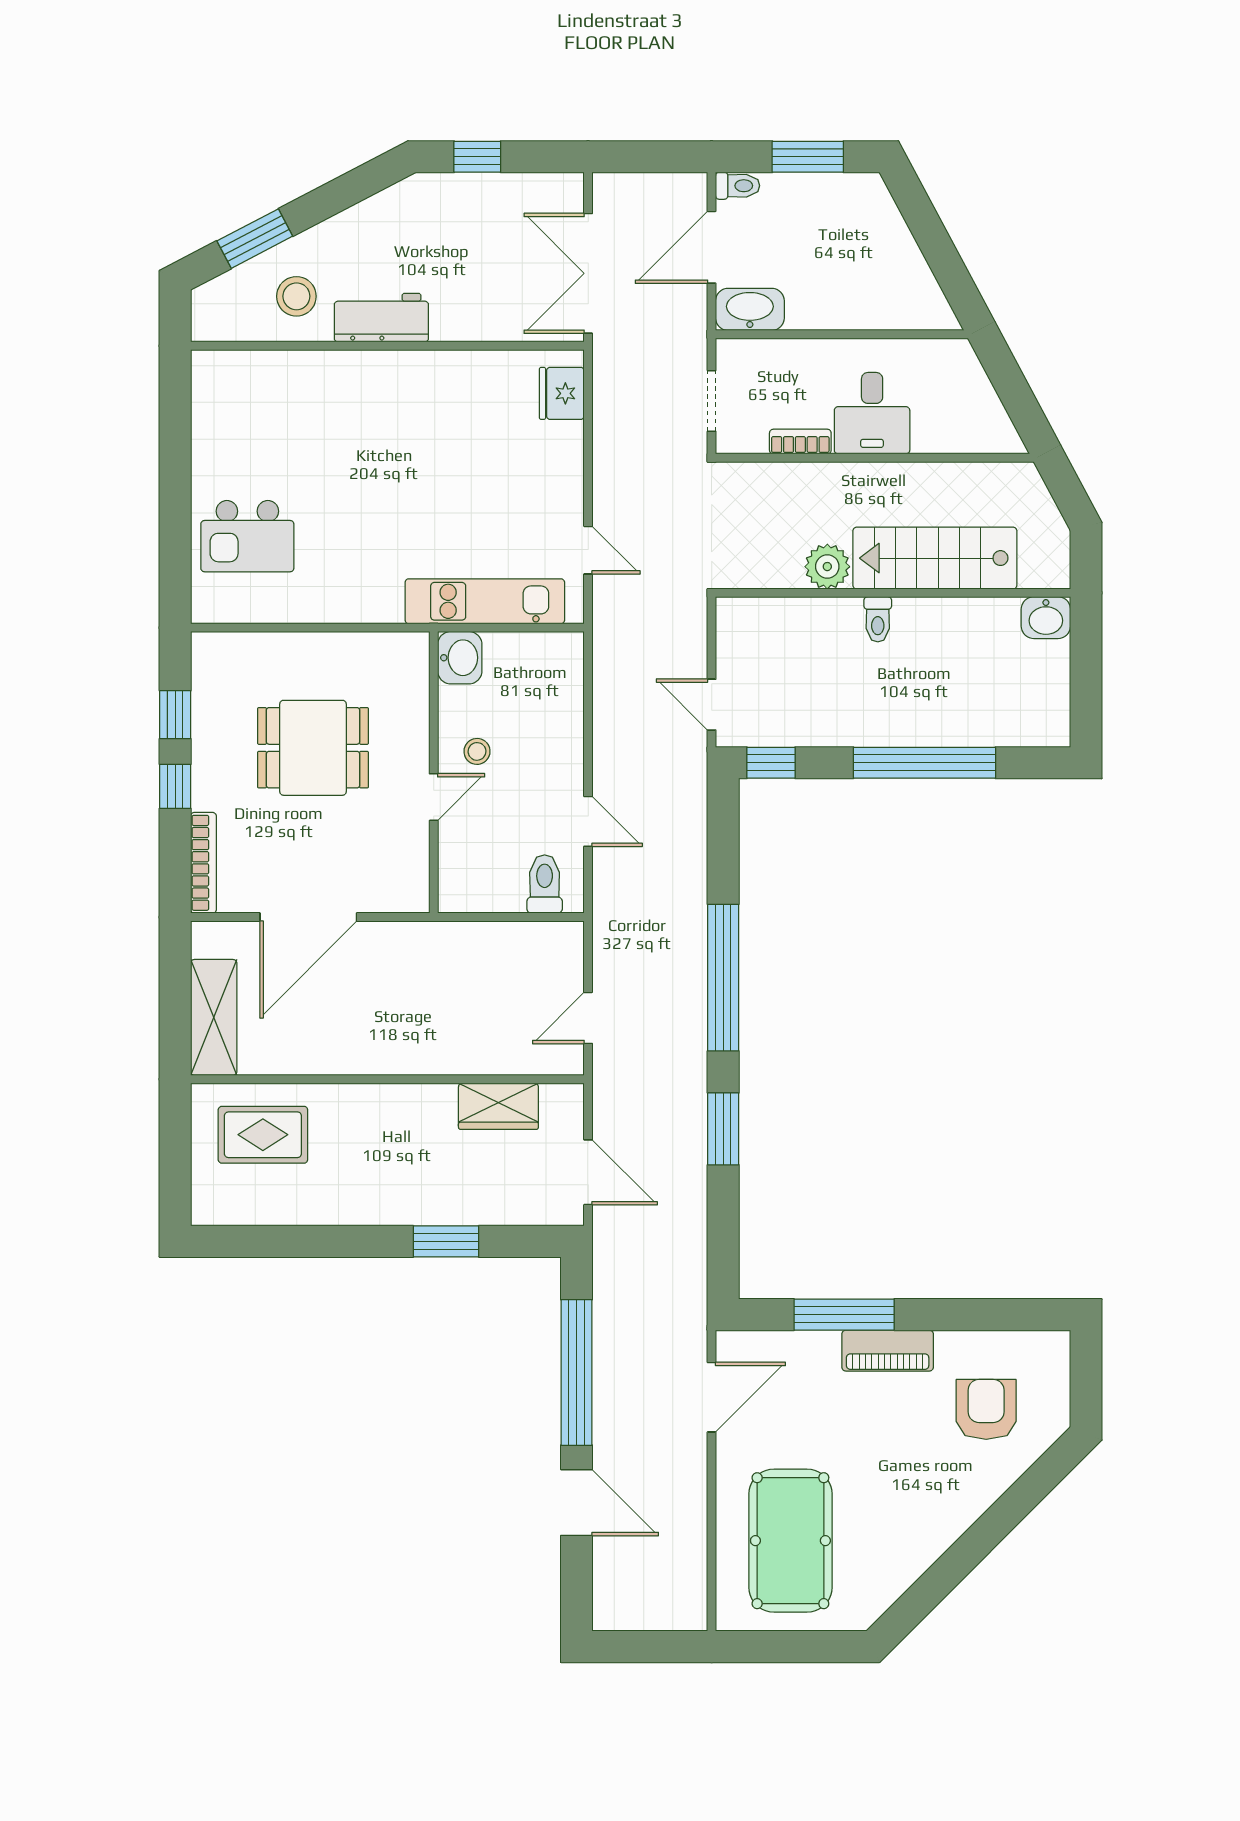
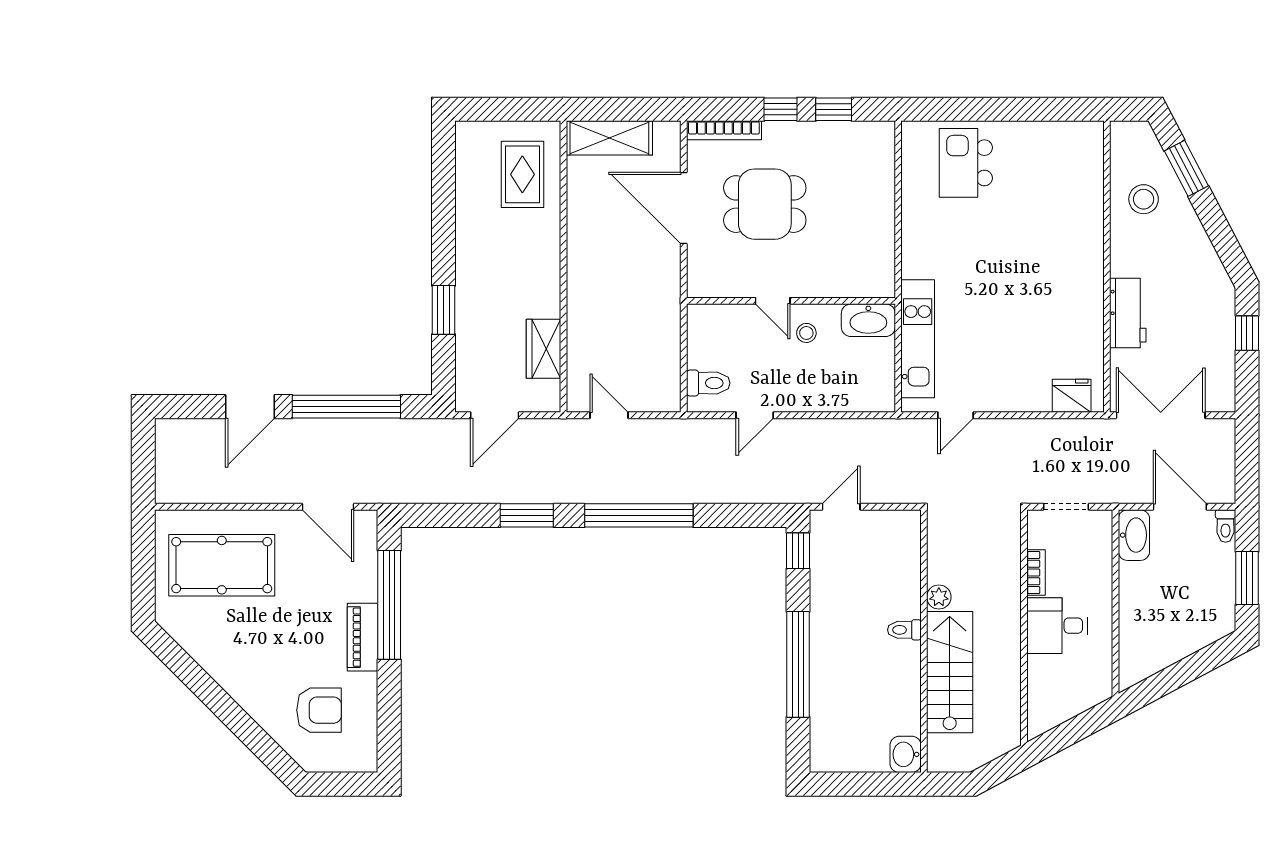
workbench: (381, 318) -> (1128, 313), moved
plant: (827, 567) -> (939, 597), width x0.73, depth x0.73
washbasin: (460, 658) -> (868, 320), width x1.38
dining table: (313, 748) -> (765, 204), moved, turned 90
window: (844, 1315) -> (389, 605), width x1.46

